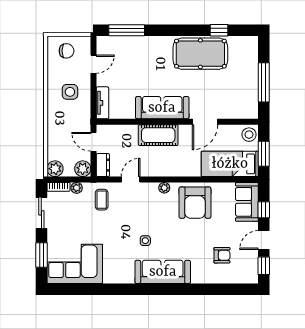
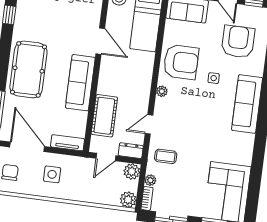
pool table: (200, 54) -> (28, 69), moved
door: (94, 64) -> (27, 147), width x1.88
cot: (158, 135) -> (104, 116), moved
door: (131, 179) -> (149, 124), hinge flipped
side table: (145, 241) -> (214, 78), moved
armchair: (222, 255) -> (238, 42), width x1.88, depth x1.88

